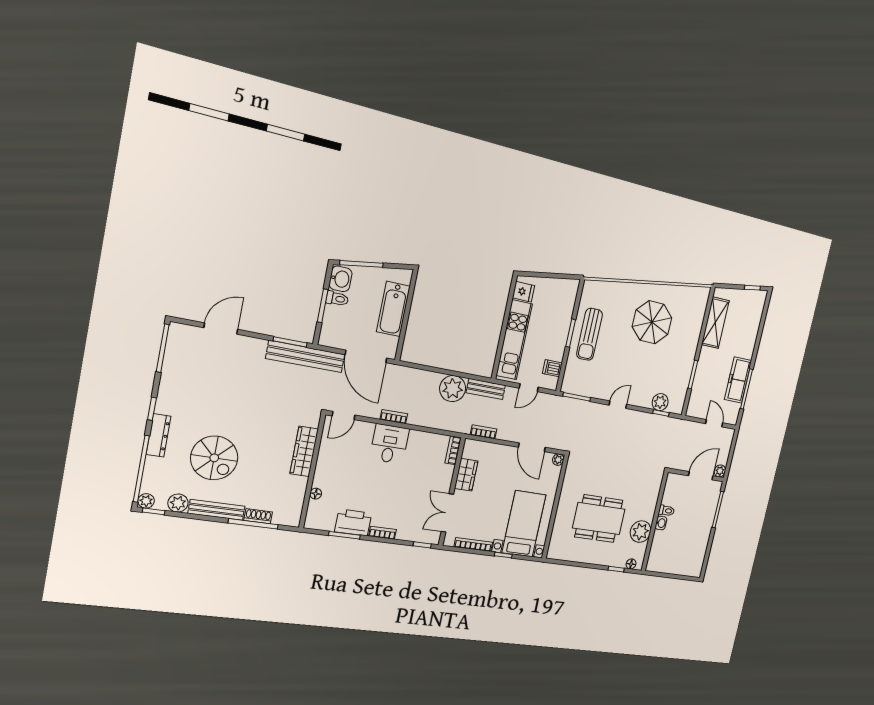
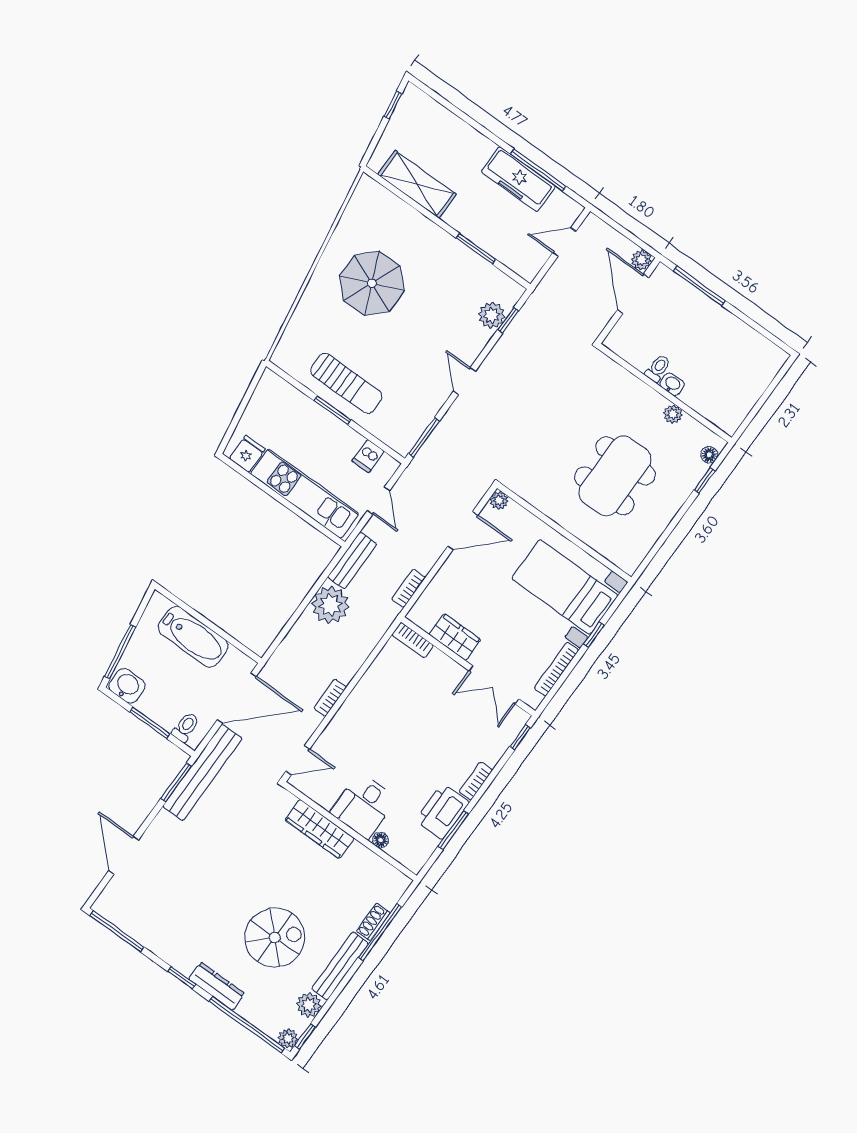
toilet: (337, 299) -> (186, 727), moved
door: (344, 416) -> (298, 760), hinge flipped
desk: (390, 444) -> (364, 806), moved, turned -90
plant: (641, 532) -> (673, 414), width x0.53, depth x0.53

